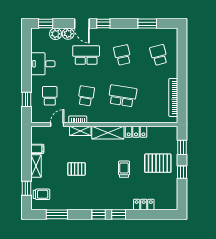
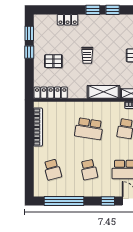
window: (147, 24) -> (64, 201), width x2.11
locker: (136, 132) -> (51, 93), moved, width x1.53
window: (182, 147) -> (29, 33), moved
pallet: (158, 163) -> (53, 61), width x0.67, depth x0.71

